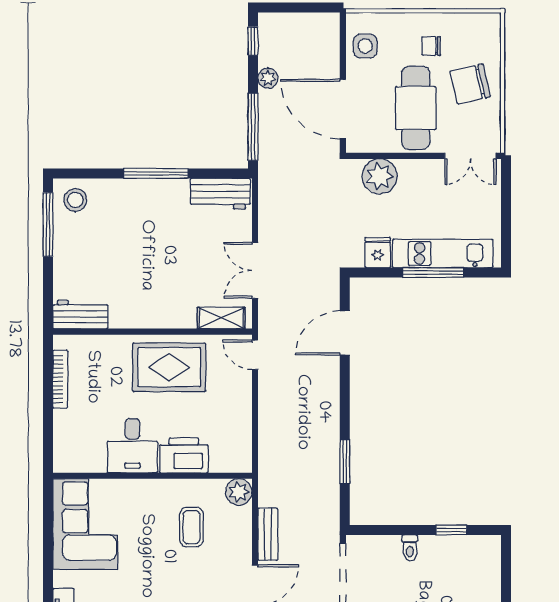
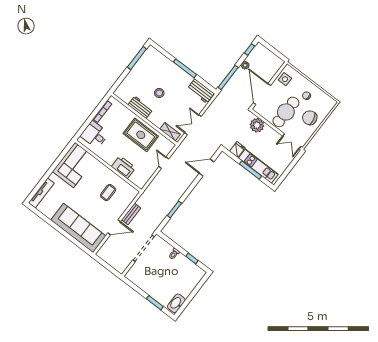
stool: (75, 200) -> (159, 93), moved
workbench: (80, 314) -> (140, 107), moved
door: (255, 355) -> (164, 163), moved
desk: (132, 446) -> (95, 135), moved, turned 90
plant: (239, 492) -> (132, 193), removed

